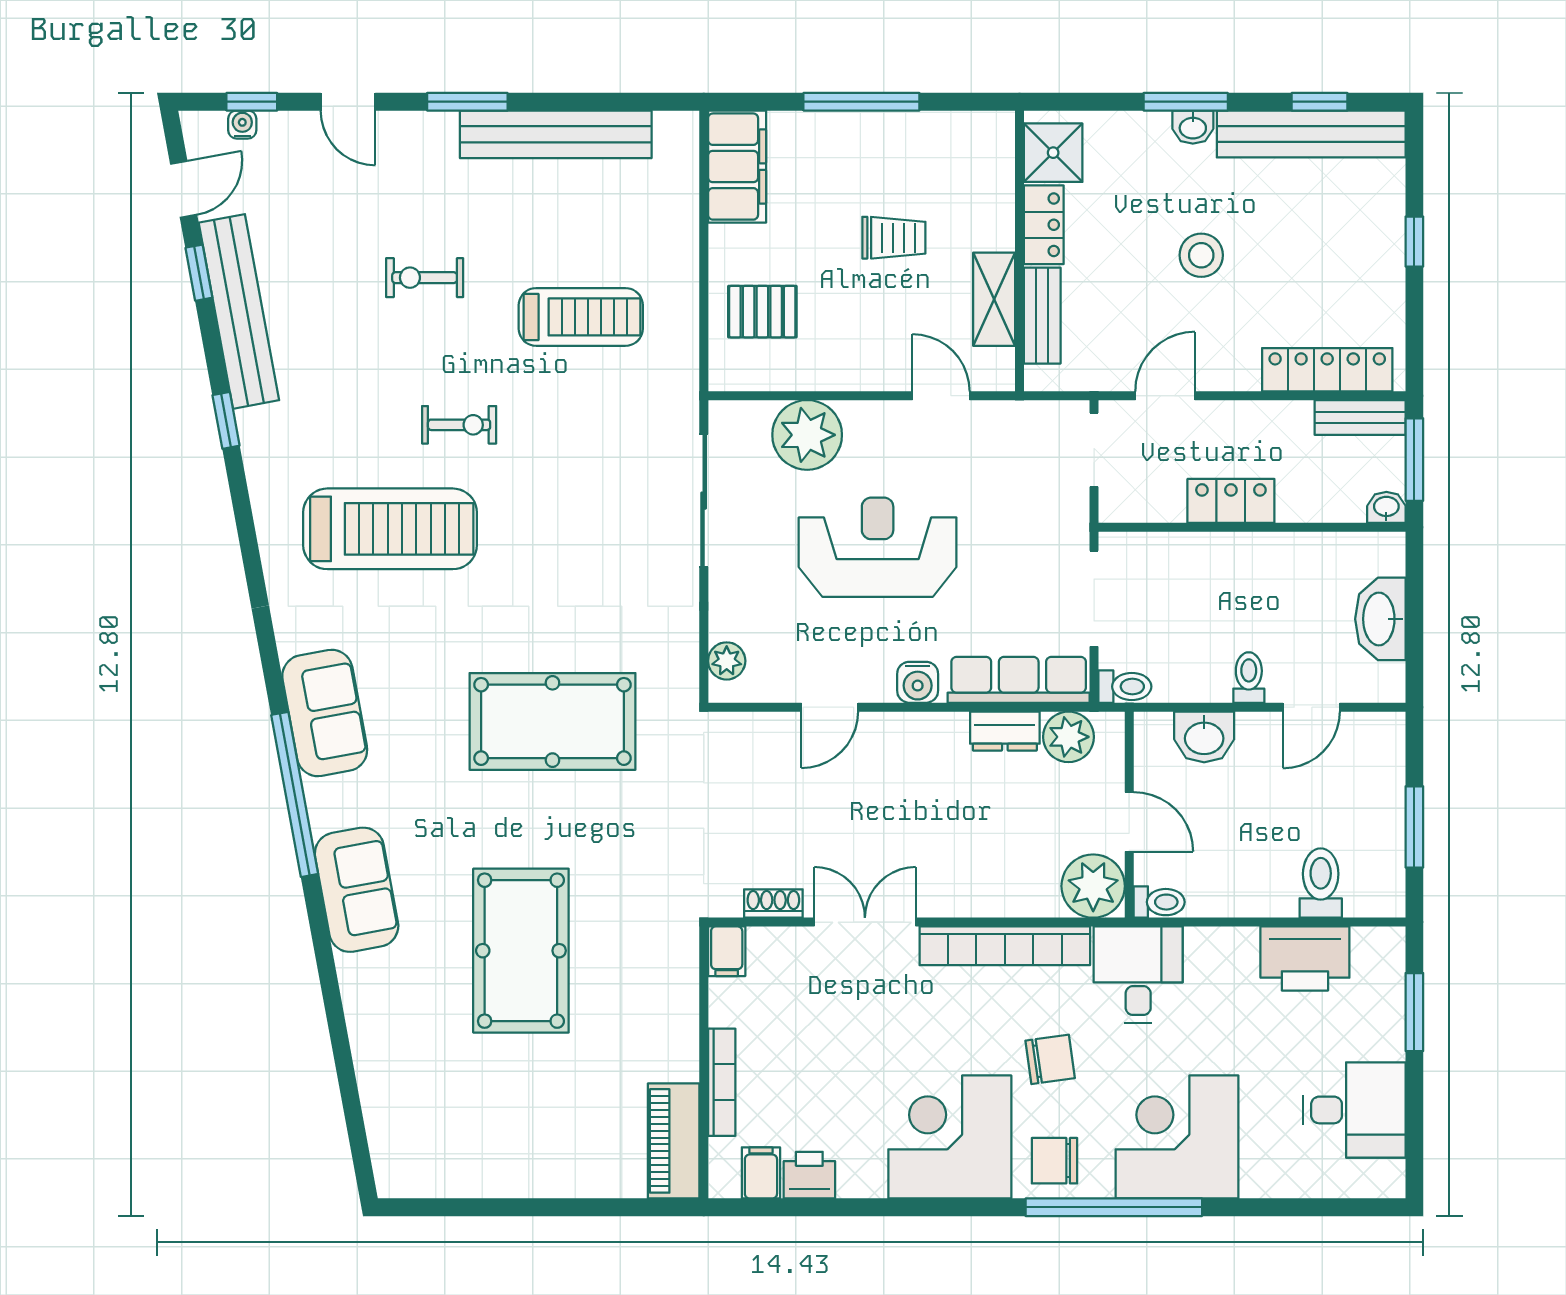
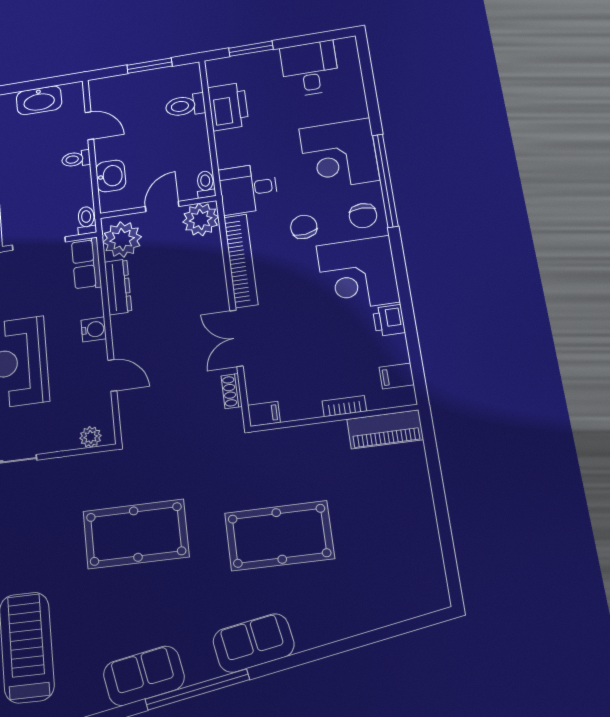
row of seats: (1019, 680) -> (86, 264), width x0.68
pool table: (552, 721) -> (136, 534), turned 90
dresser: (1005, 731) -> (118, 287), width x1.44
plant: (1069, 737) -> (122, 239), width x1.36, depth x1.36
bookcase: (722, 1082) -> (344, 406), width x0.64
printer: (809, 1175) -> (389, 320), moved

